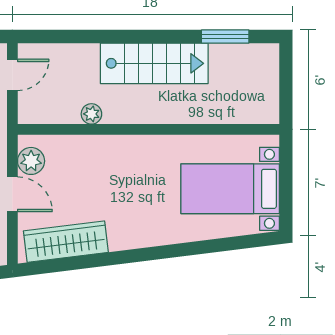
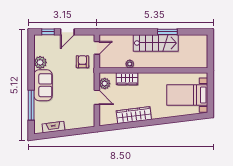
window: (225, 36) -> (167, 32), moved
wardrobe: (85, 149) -> (127, 79), added
wardrobe: (66, 242) -> (134, 115), moved

